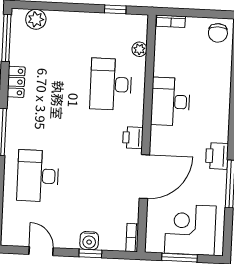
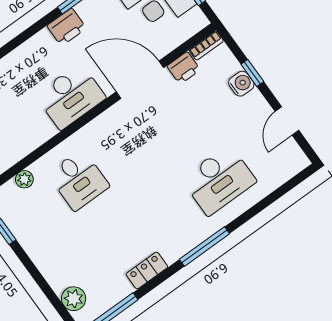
desk: (111, 84) -> (79, 180), width x0.73
desk: (170, 102) -> (71, 96), moved
printer: (133, 138) -> (184, 68), moved

